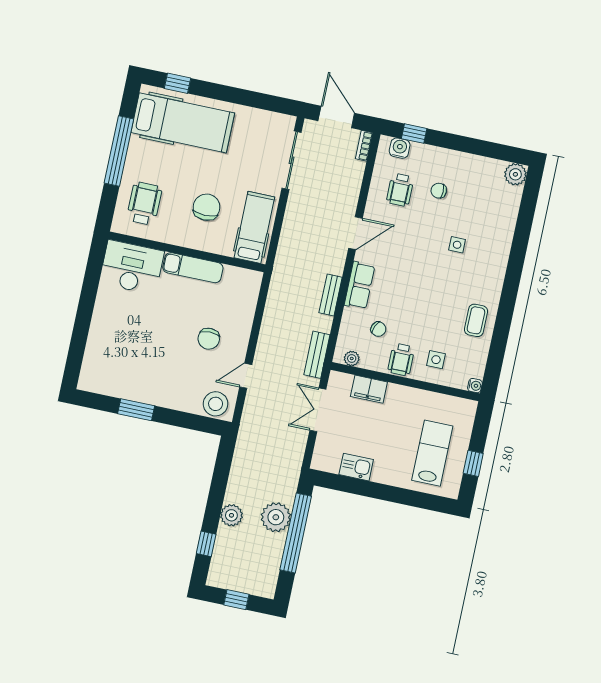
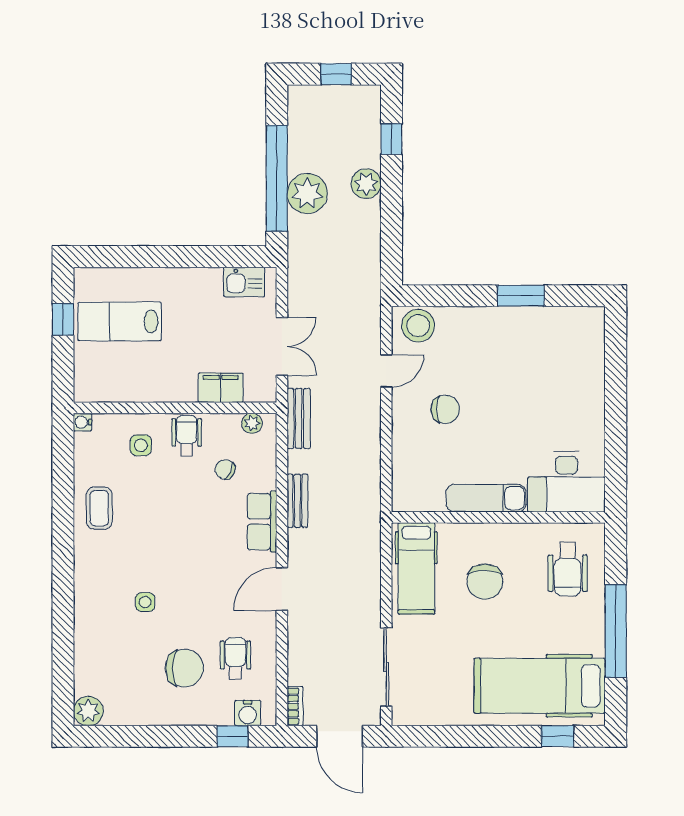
chair: (439, 191) -> (184, 668), width x1.87, depth x1.87
chair: (209, 339) -> (445, 409), turned 90
lab bench: (432, 453) -> (120, 321), turned 90
kitchen sink: (356, 467) -> (244, 282), moved

